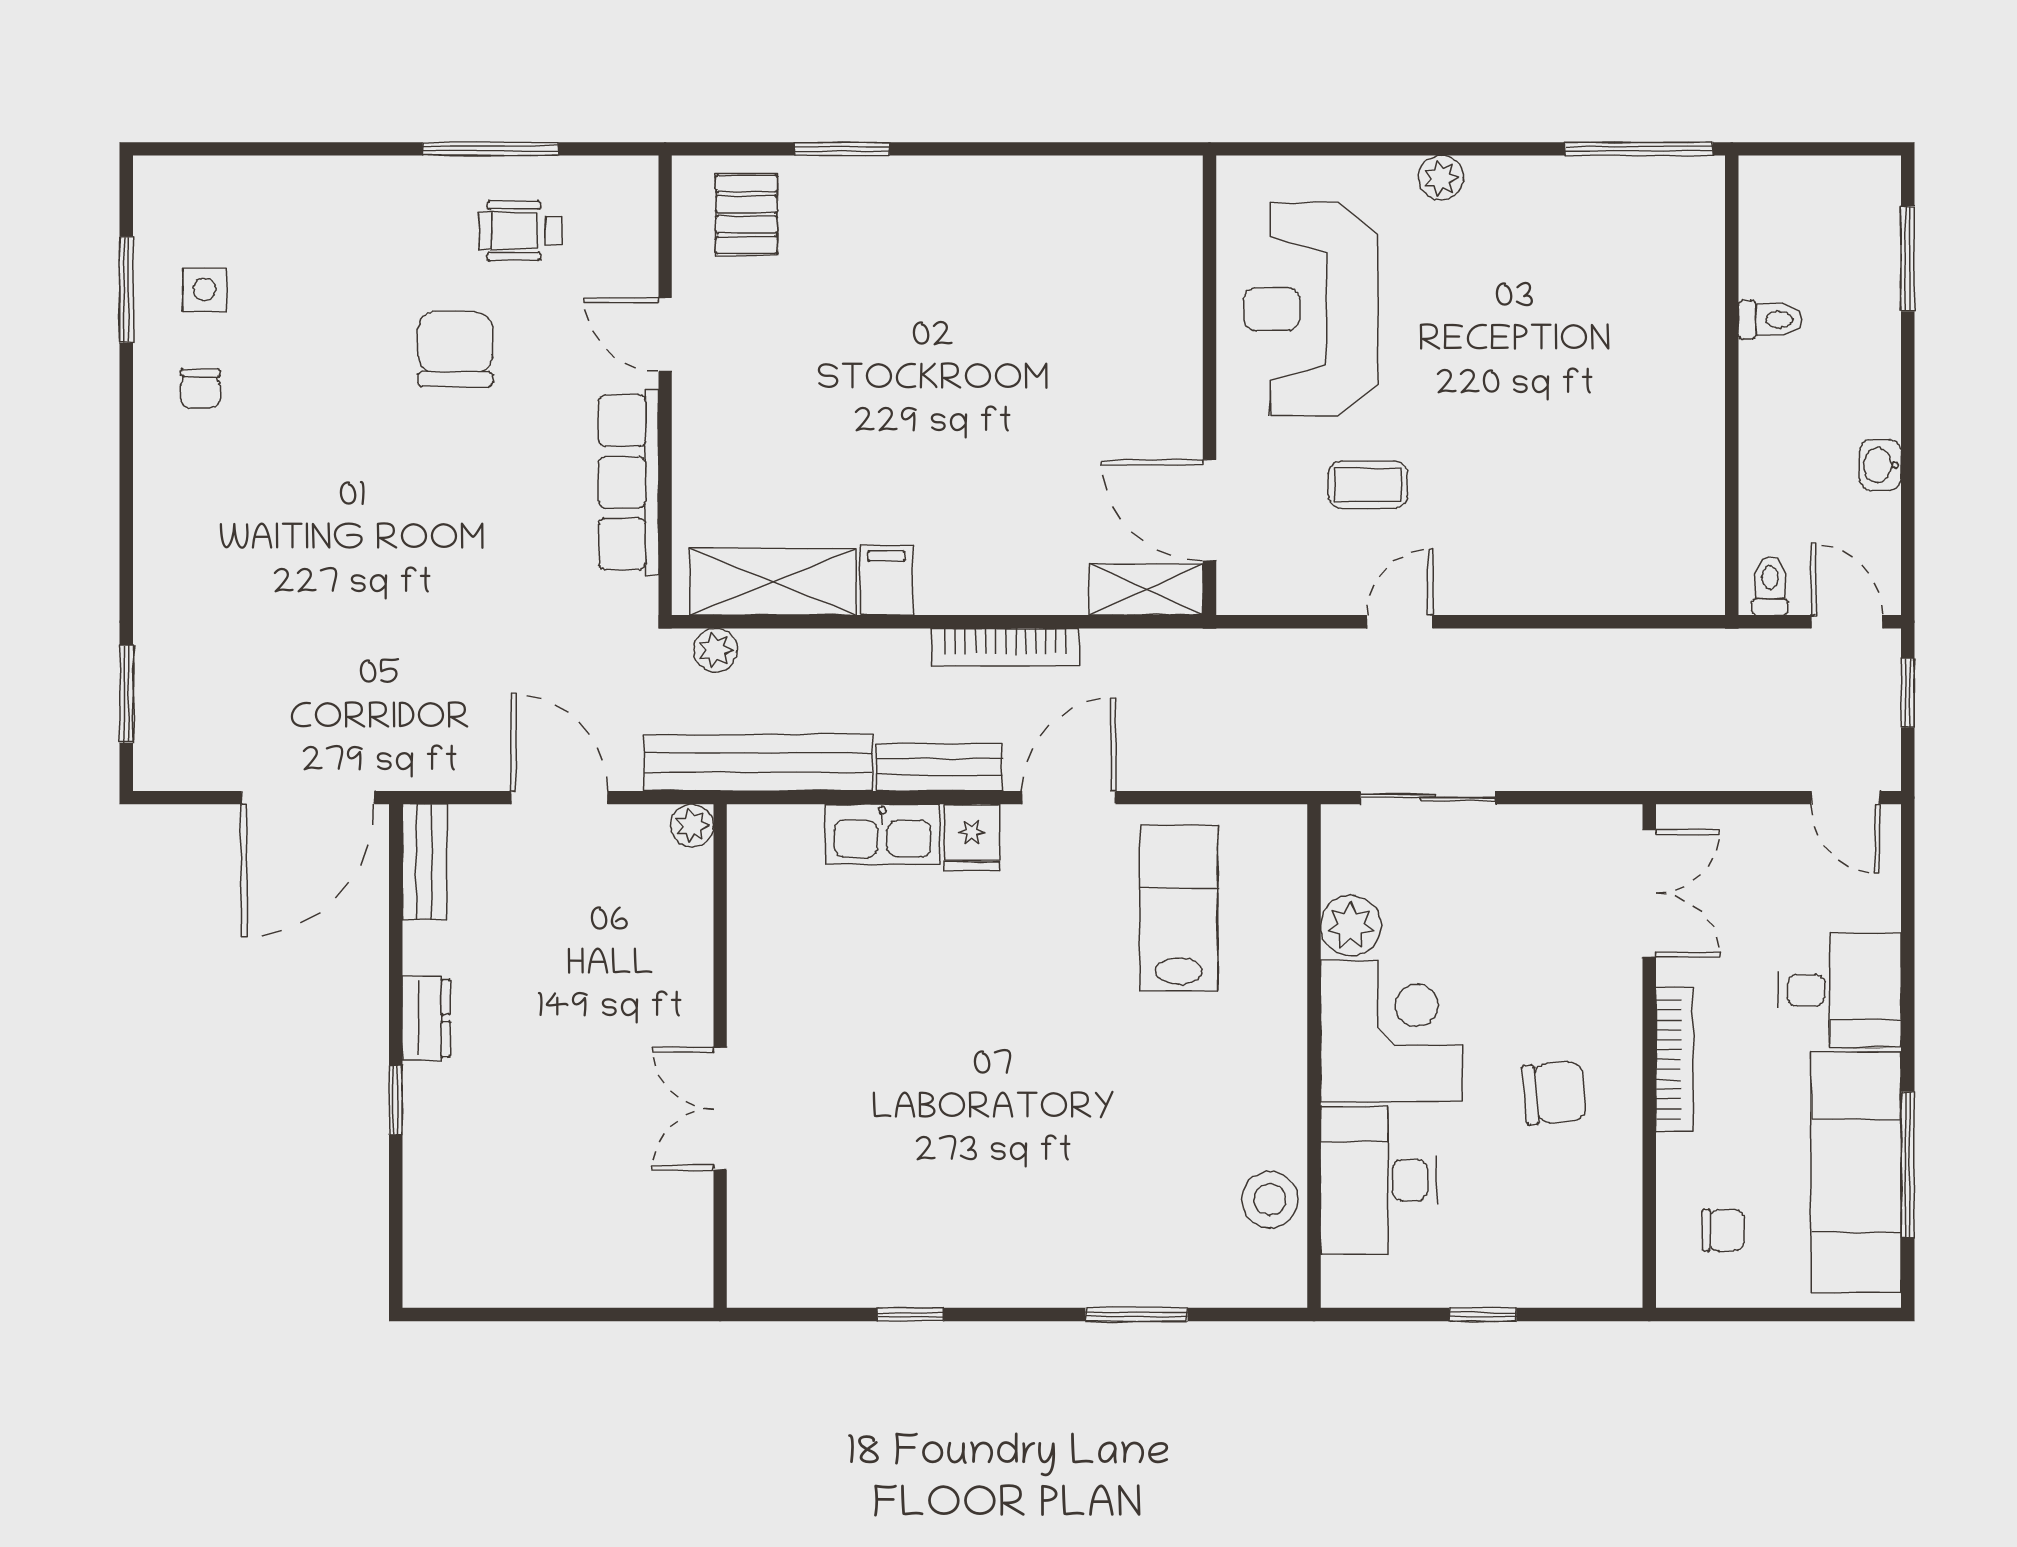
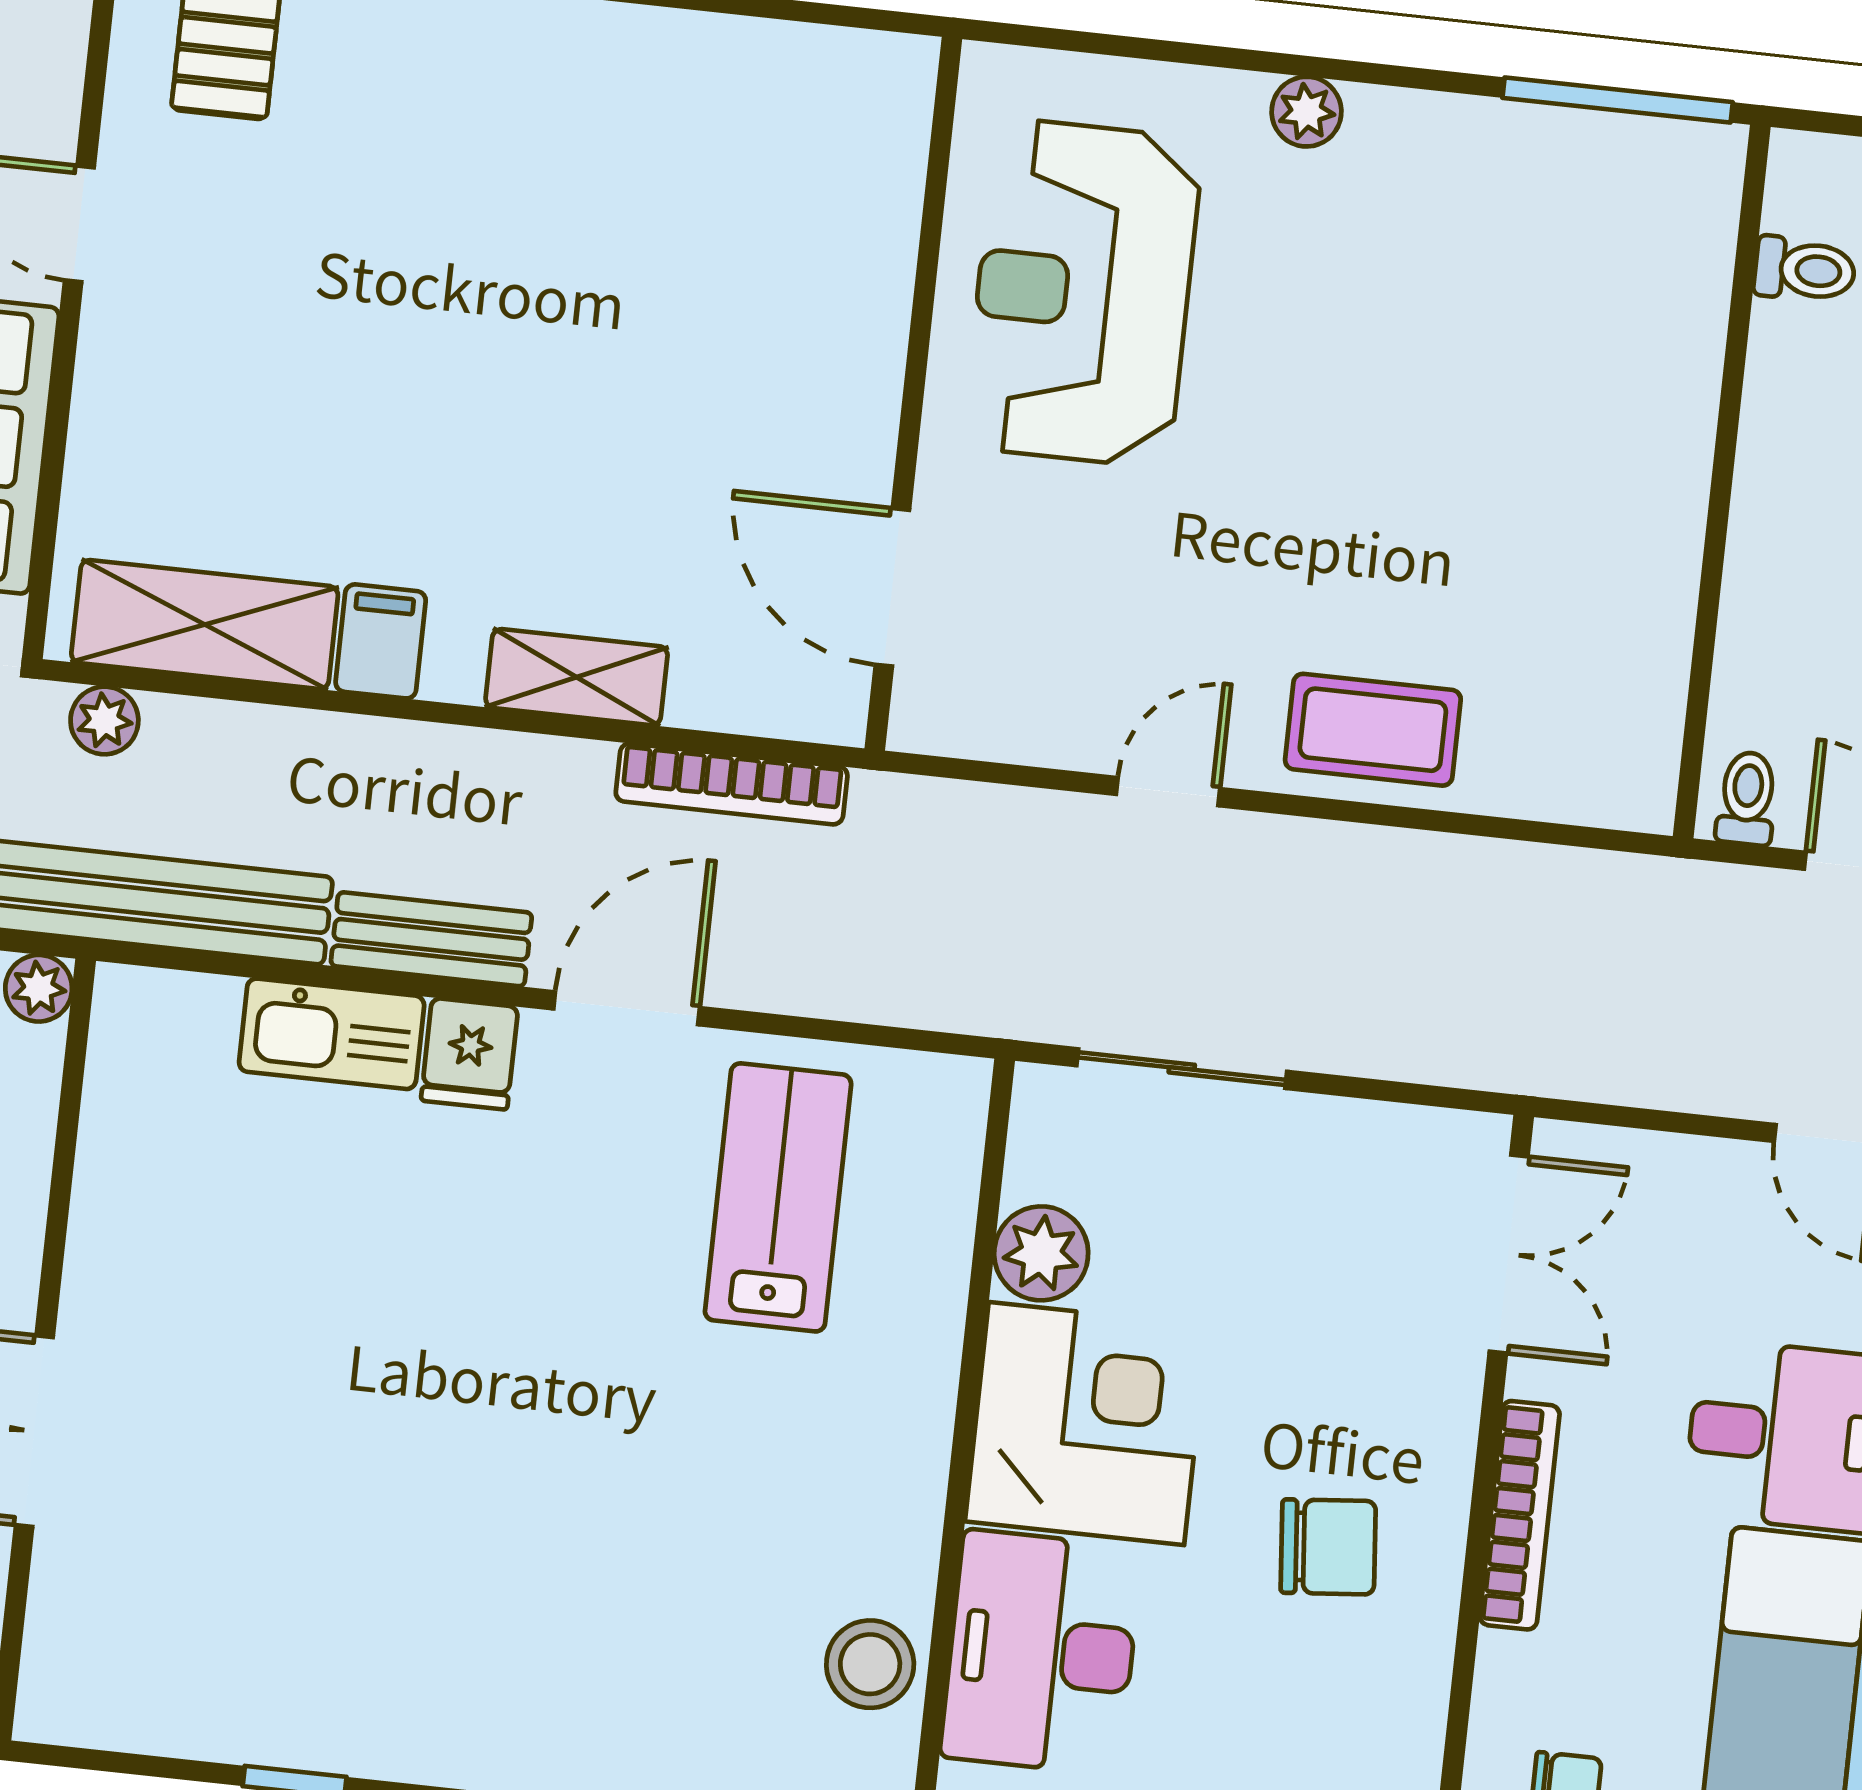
toilet: (1770, 320) -> (1805, 270), moved
coffee table: (1368, 485) -> (1373, 730), moved, width x1.36, depth x1.30
shelving: (1146, 590) -> (577, 677), moved
bookcase: (1006, 647) -> (732, 784), moved

